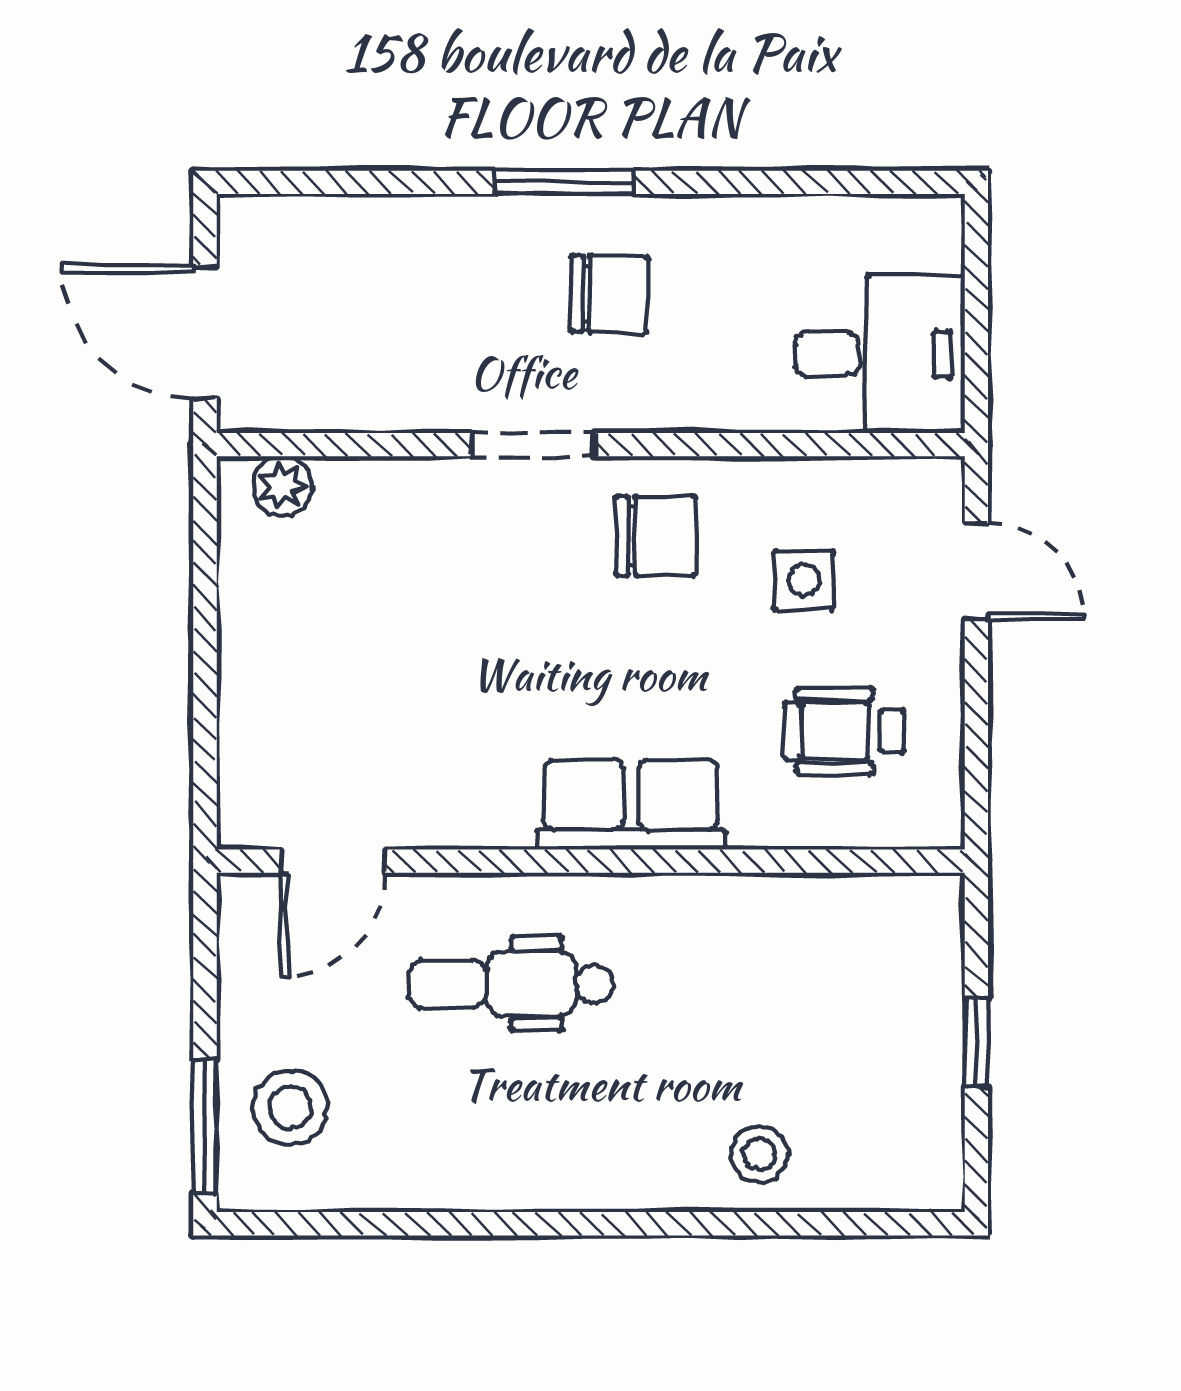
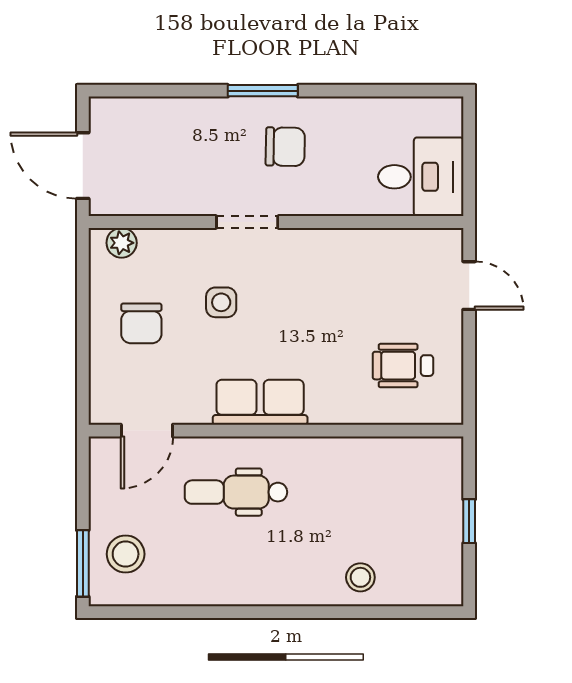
chair: (656, 536) -> (141, 323), moved, turned 90
side table: (804, 580) -> (221, 302), moved
row of seats: (631, 804) -> (260, 402), moved

